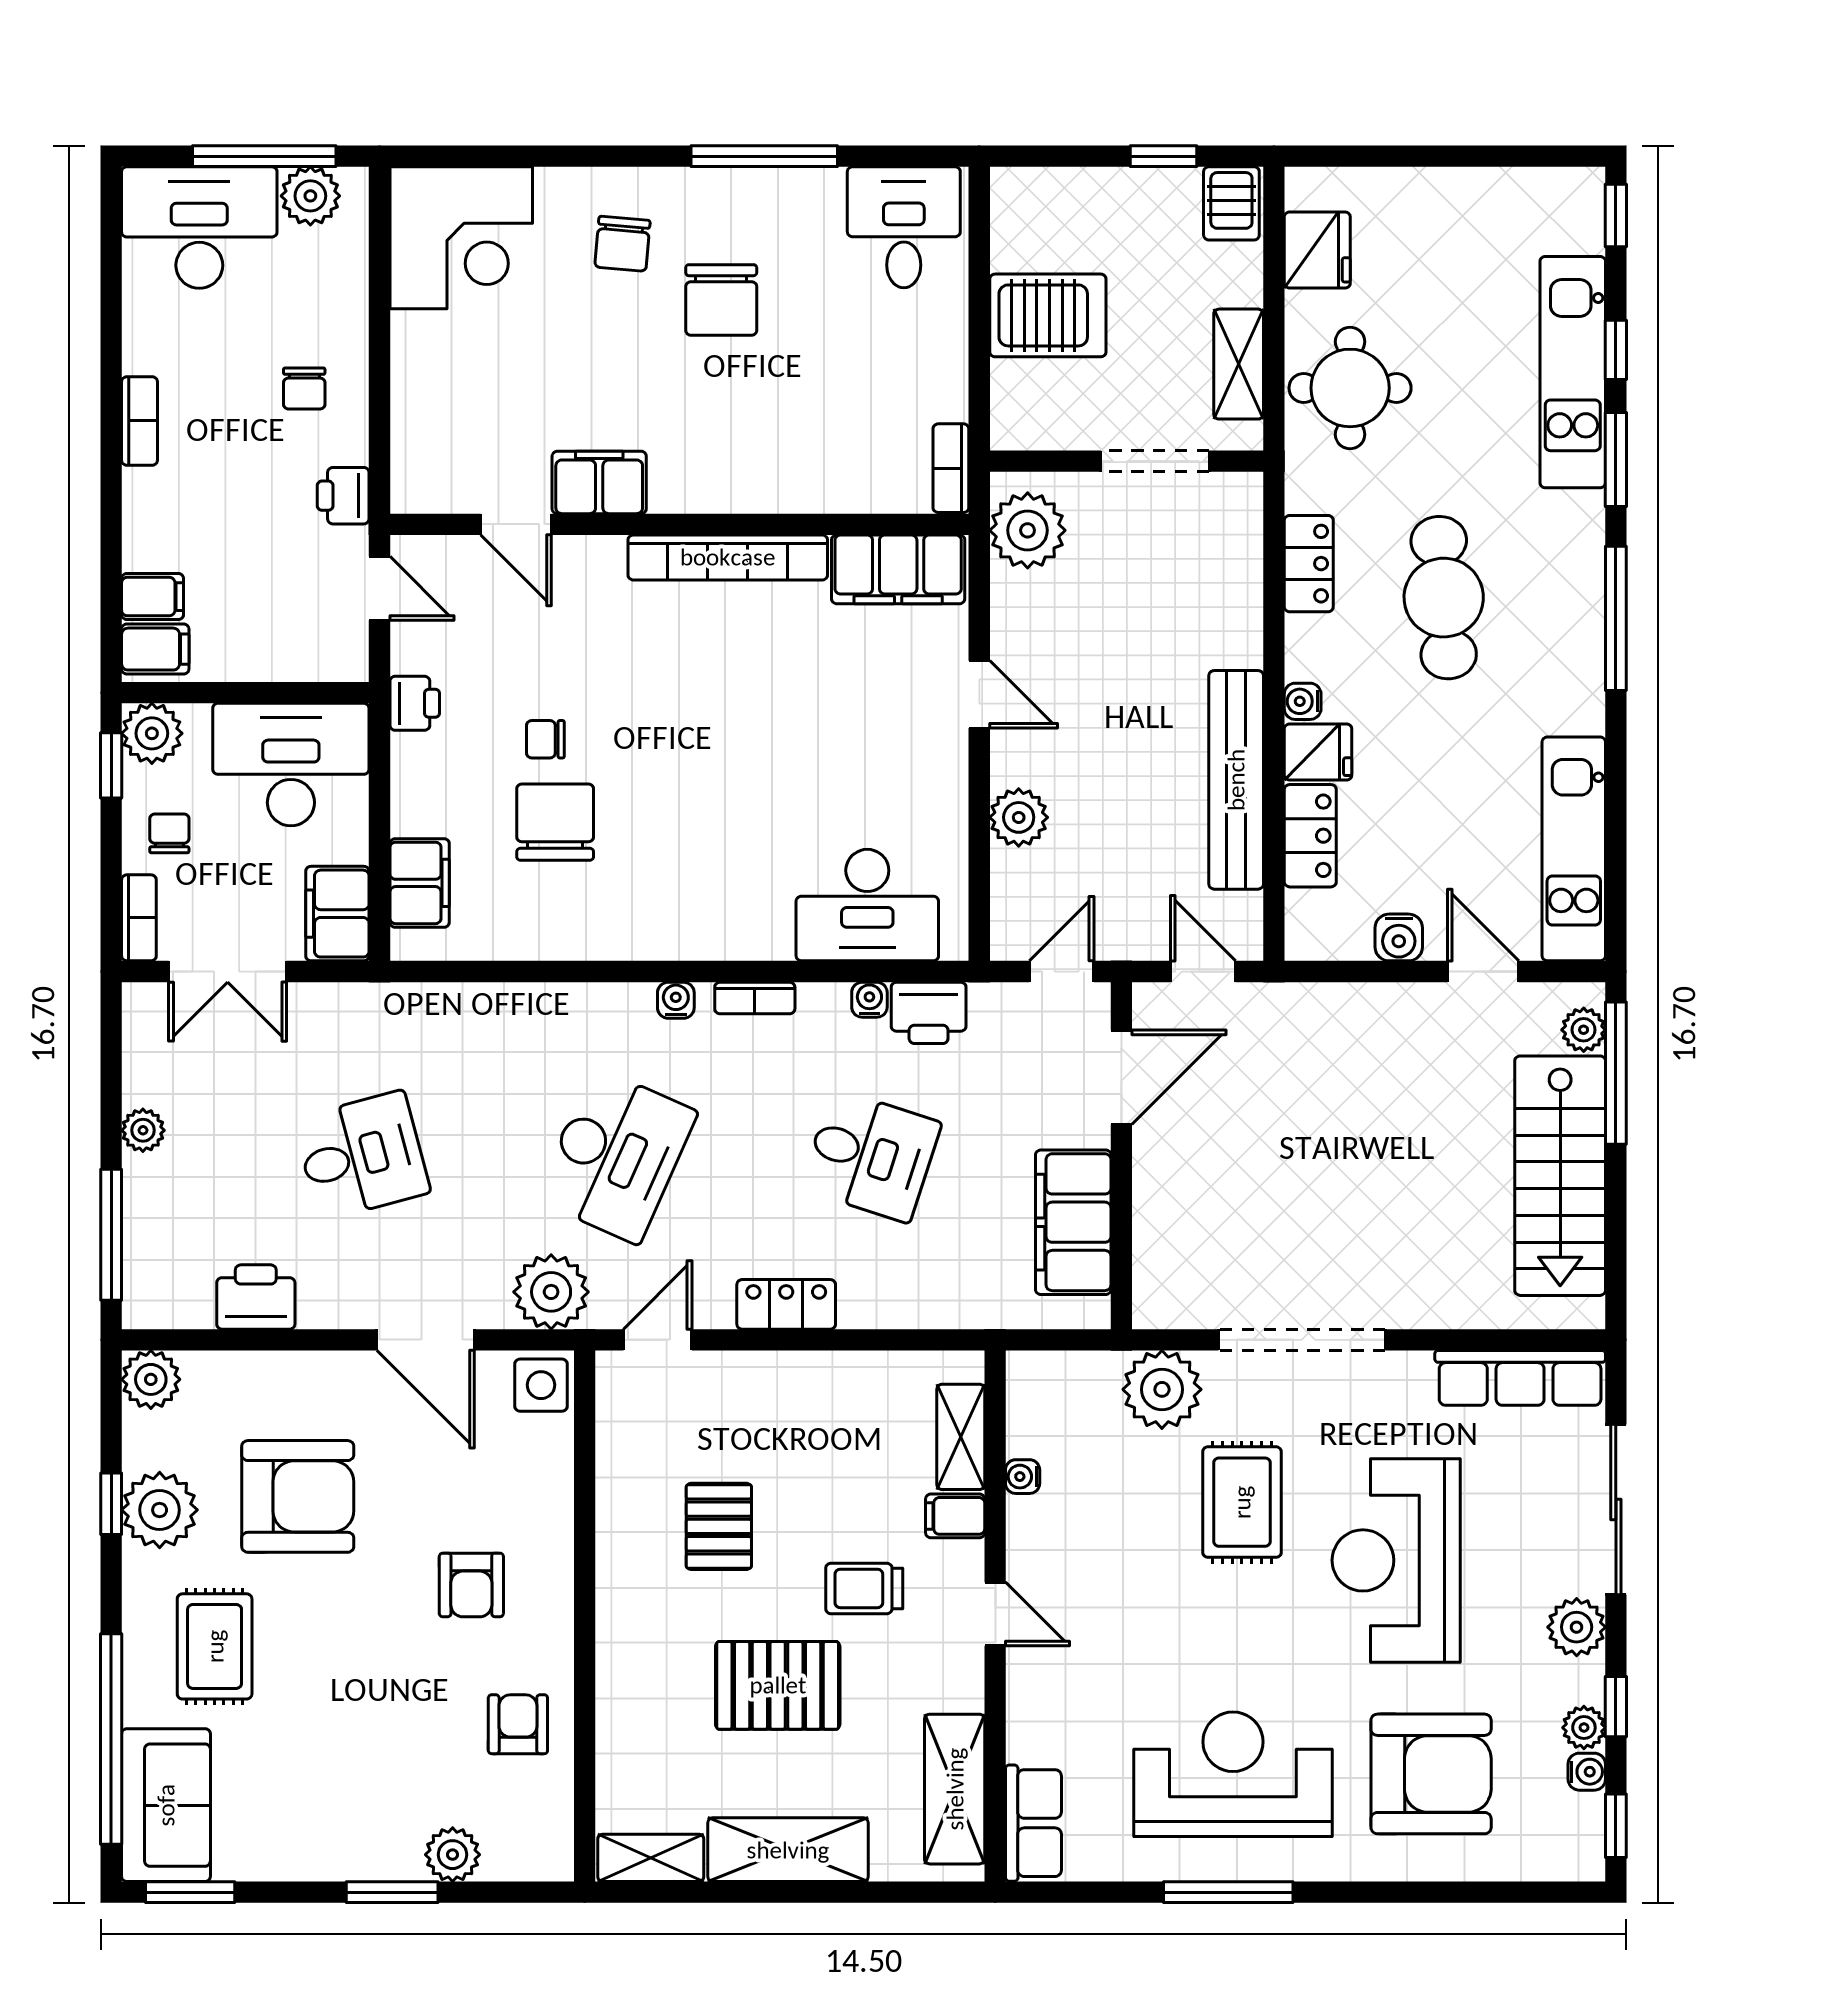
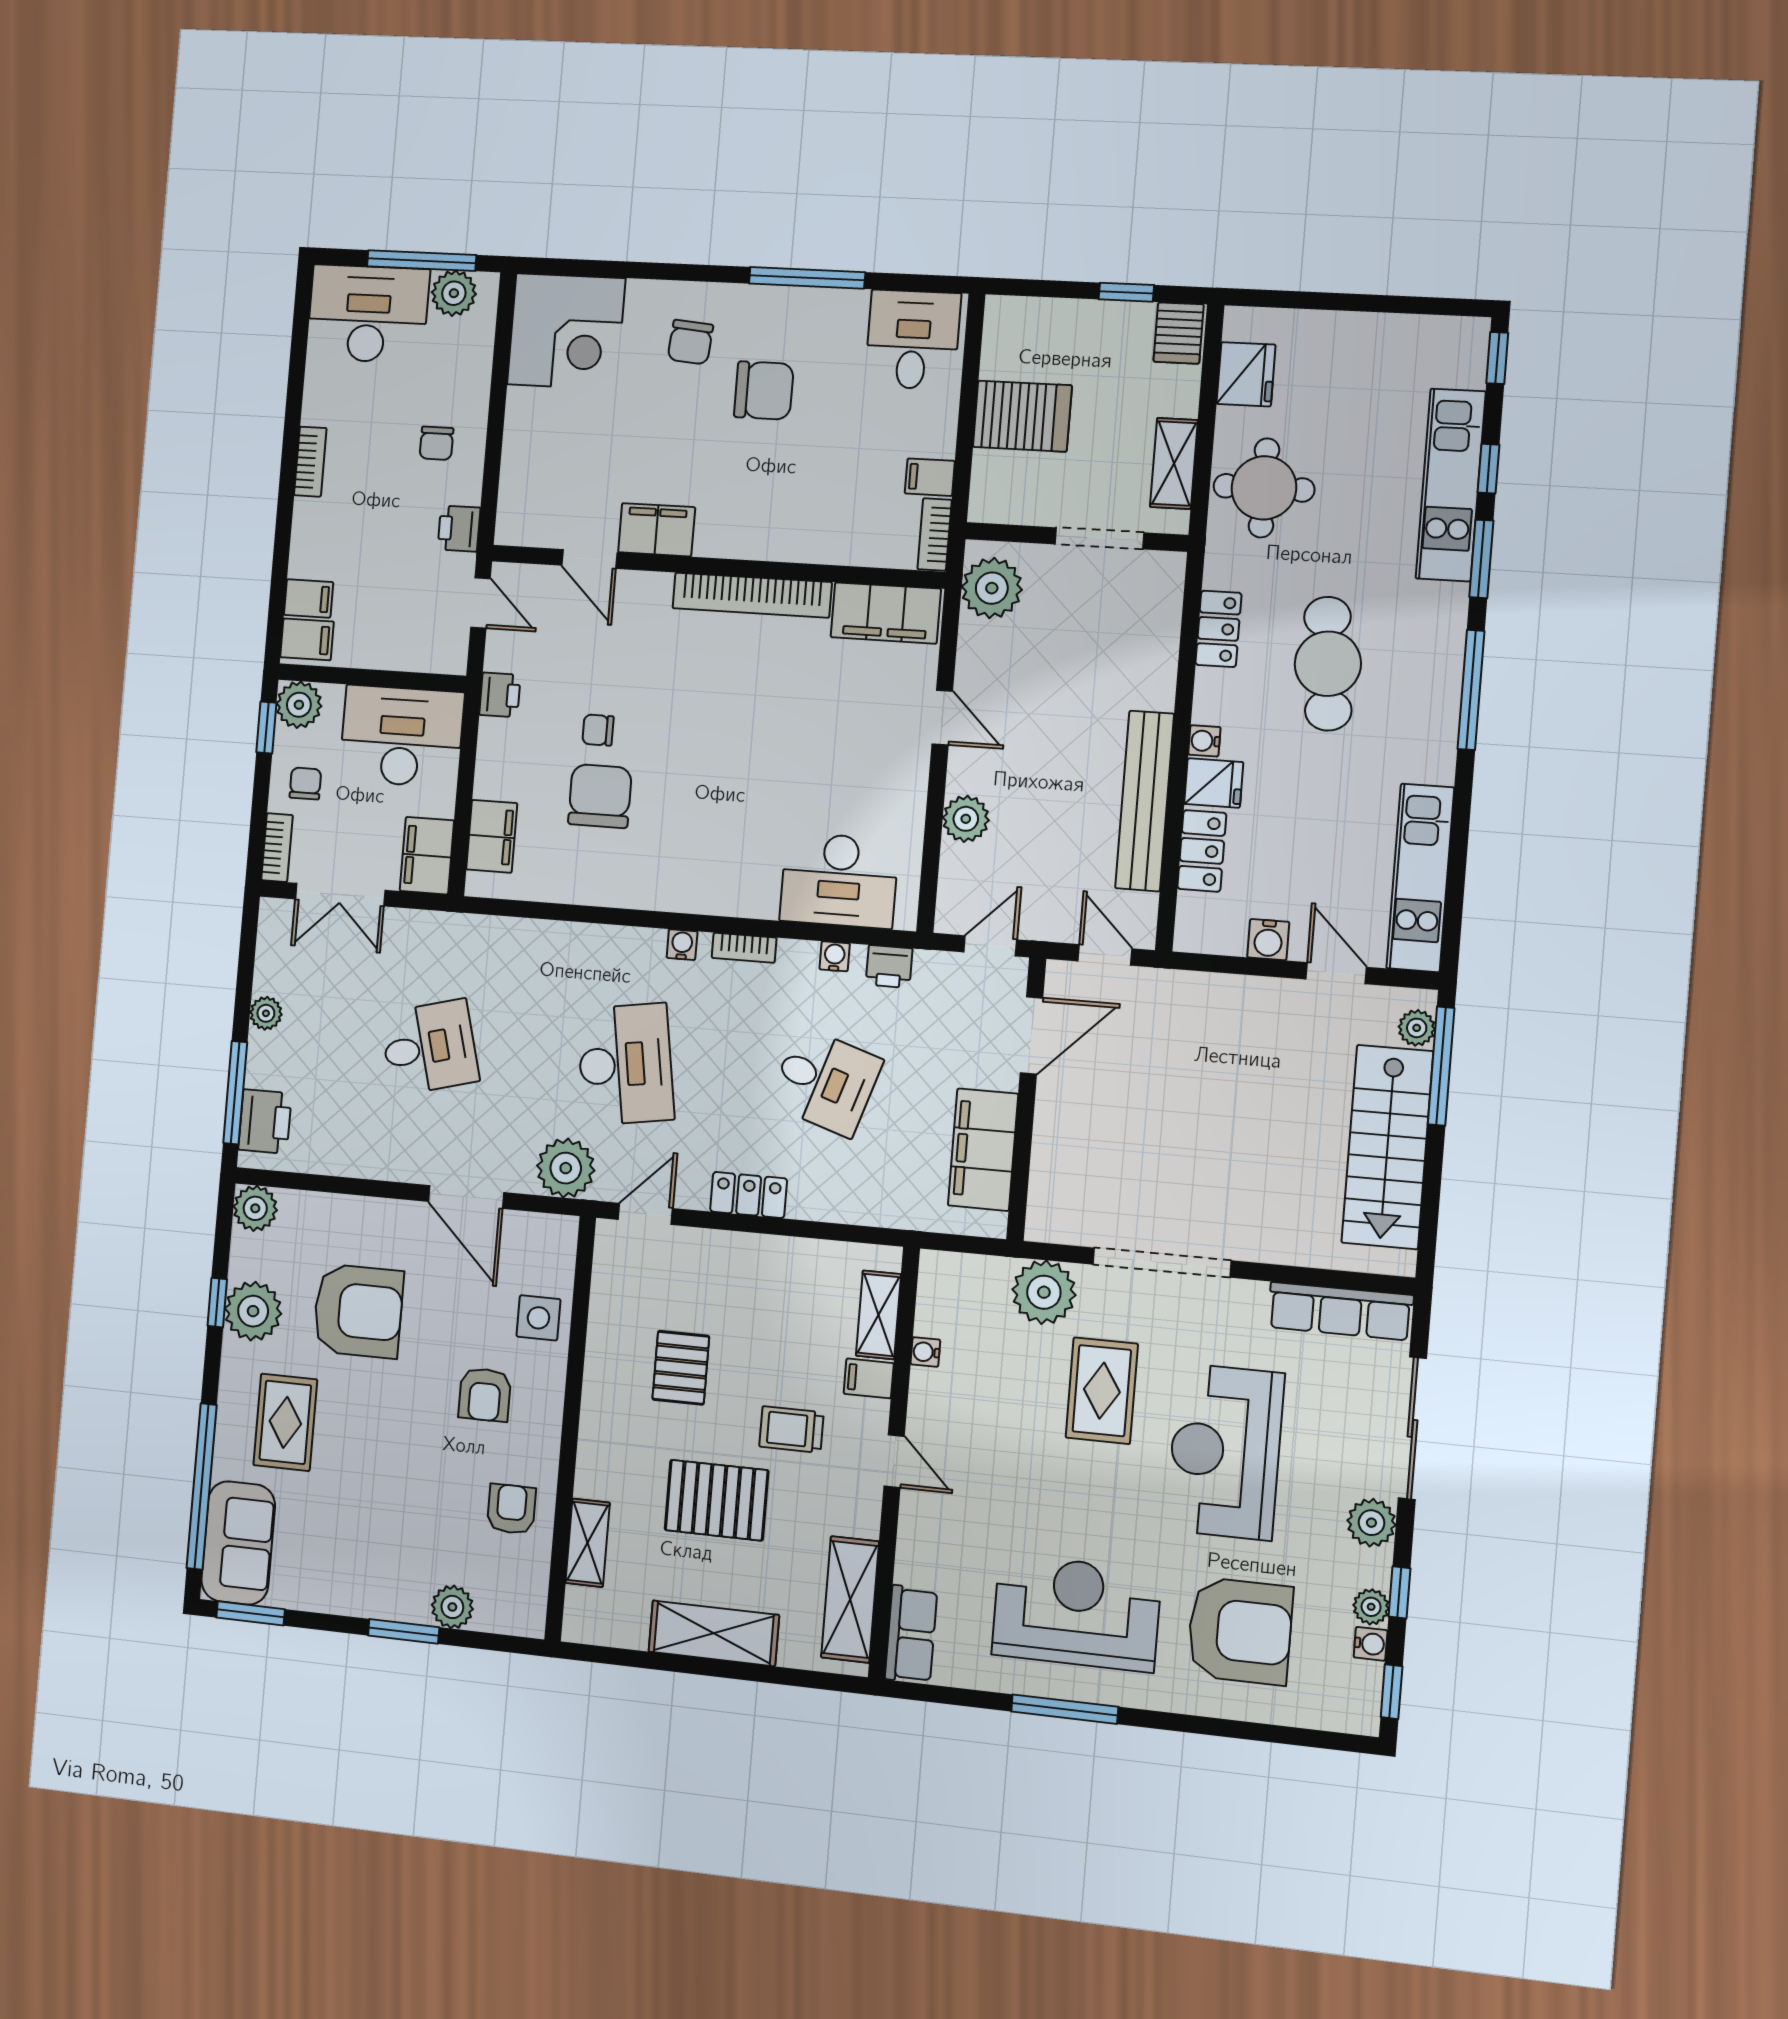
chair: (721, 300) -> (764, 390), turned -90
filing cabinet: (939, 397) -> (930, 477), added
printer: (929, 1013) -> (889, 966), width x0.73, depth x0.81
desk: (616, 1156) -> (625, 1064), turned -33
printer: (256, 1297) -> (265, 1122), moved, turned 90
side table: (541, 1385) -> (538, 1318), moved
shelving: (651, 1858) -> (588, 1543), moved, turned 90

